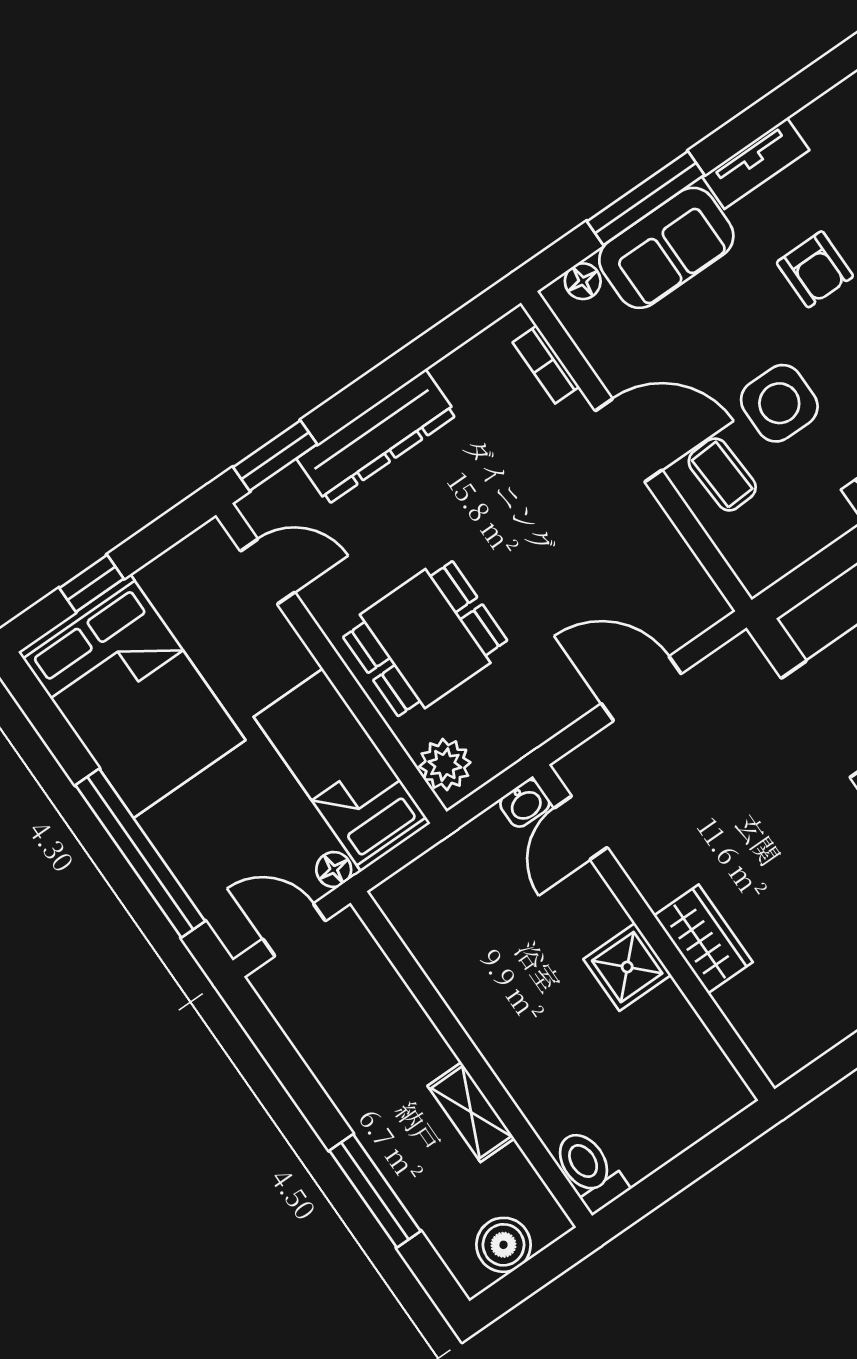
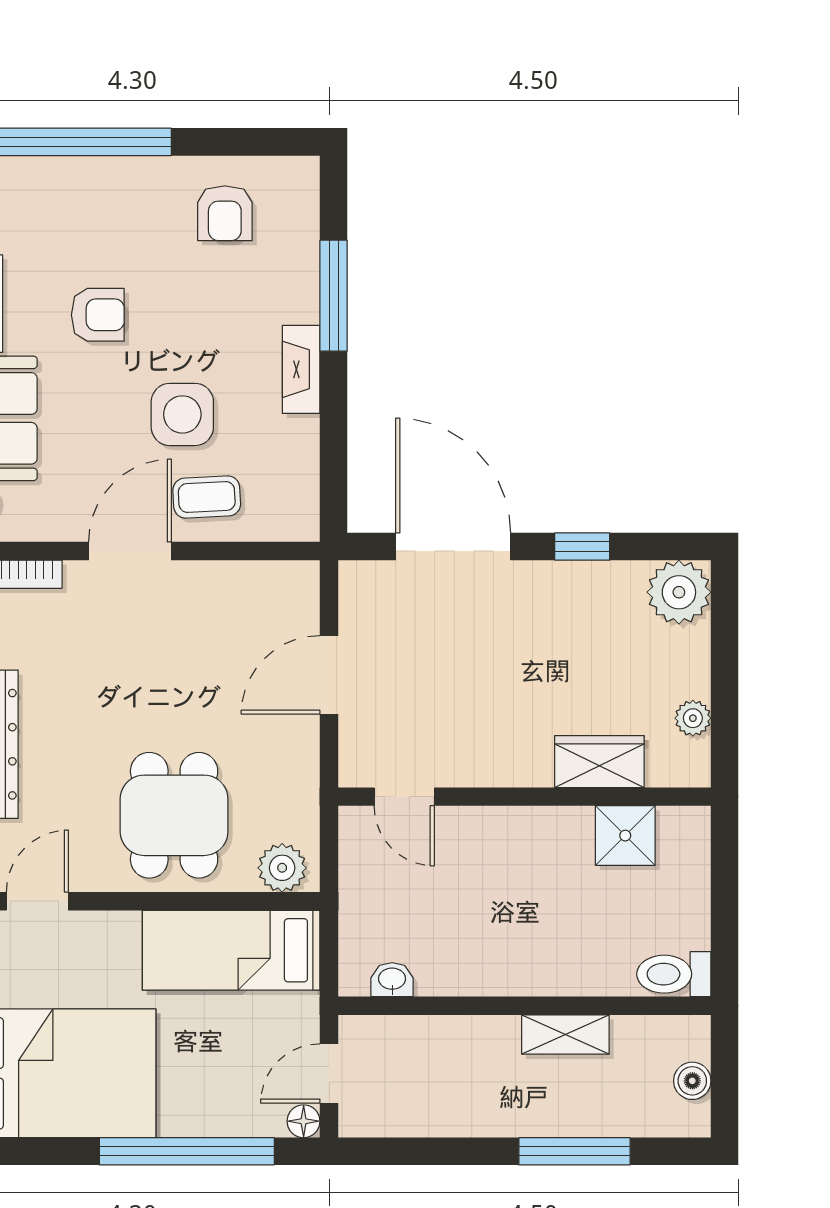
washbasin: (525, 803) -> (392, 980), moved, turned -90
floor lamp: (334, 869) -> (304, 1121), moved
wardrobe: (703, 939) -> (599, 762), moved
shower: (627, 967) -> (625, 836), moved
plant: (824, 1032) -> (693, 718), added
boiler: (504, 1245) -> (692, 1081), width x0.73, depth x0.73

